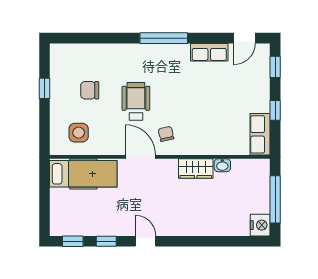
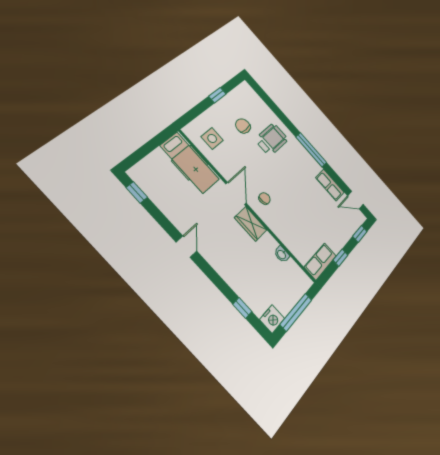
wheelchair: (136, 101) -> (272, 139), moved
wardrobe: (196, 169) -> (251, 224), moved
window: (106, 241) -> (242, 308), moved

